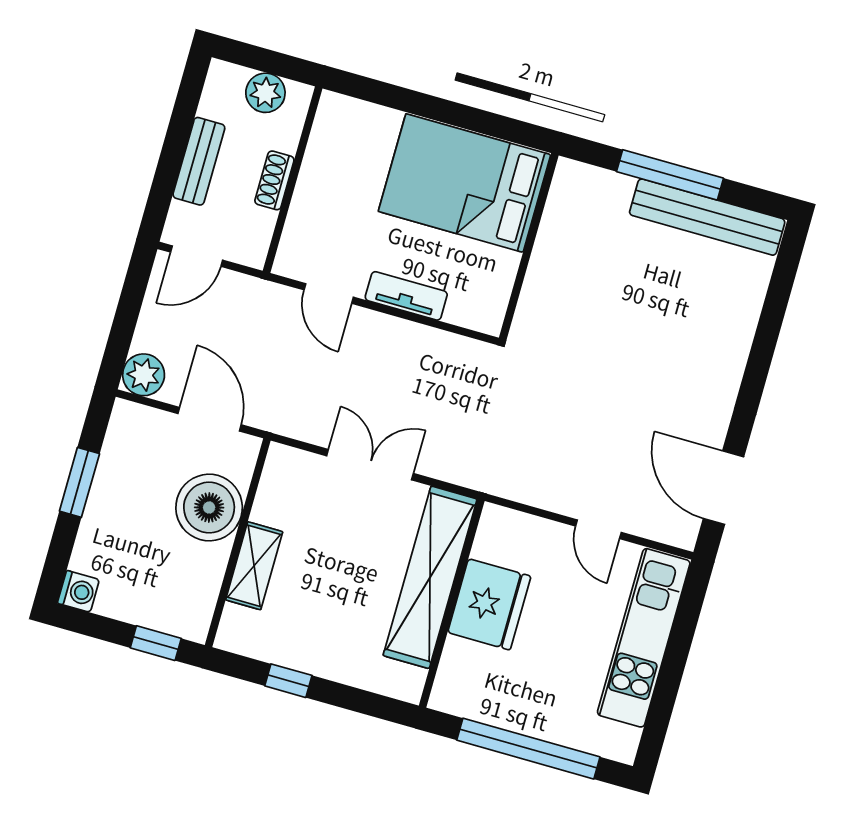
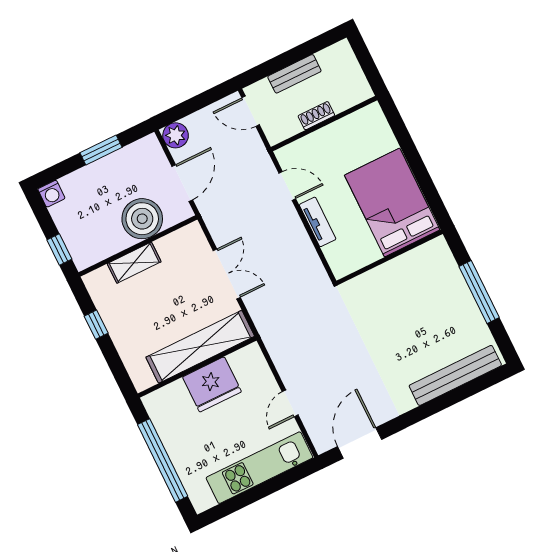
plant: (265, 93) -> (352, 76), removed
bench: (707, 217) -> (455, 375), moved, turned 90
door: (329, 294) -> (287, 186), swing flipped

